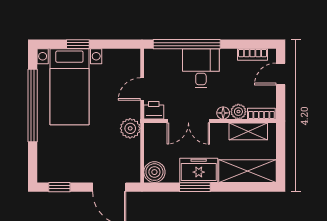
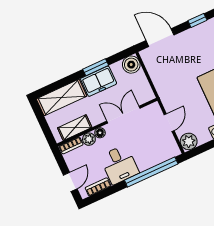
desk: (201, 68) -> (119, 165), moved
printer: (154, 110) -> (153, 111), removed
plant: (130, 128) -> (189, 141), moved

